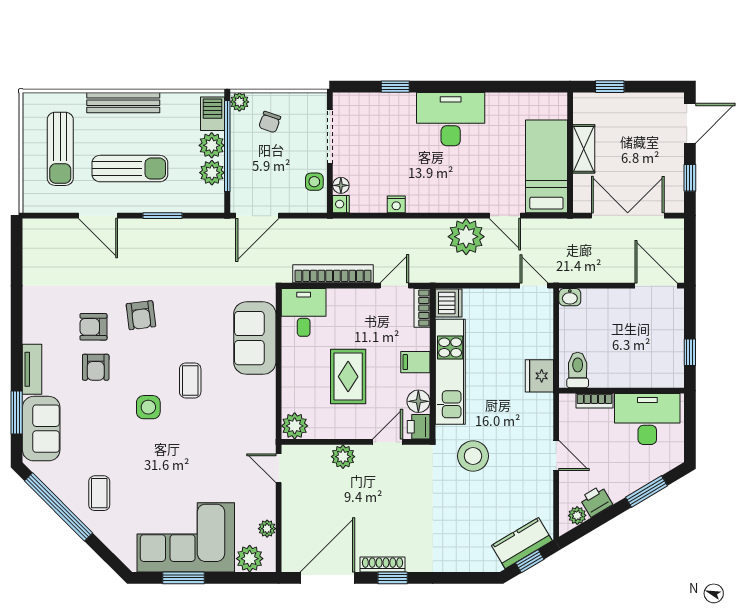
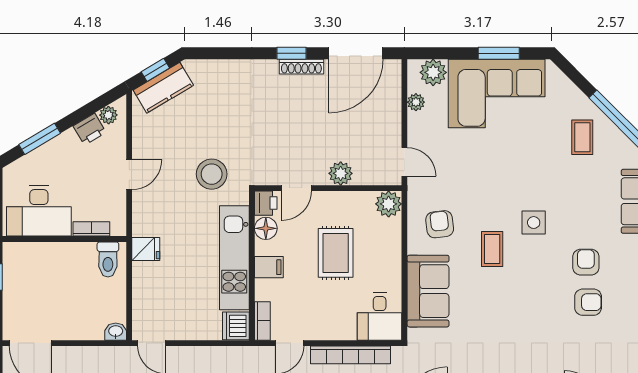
armchair: (141, 315) -> (440, 224), moved
fridge: (539, 376) -> (146, 249), width x0.72
door: (556, 455) -> (129, 175), swing flipped

